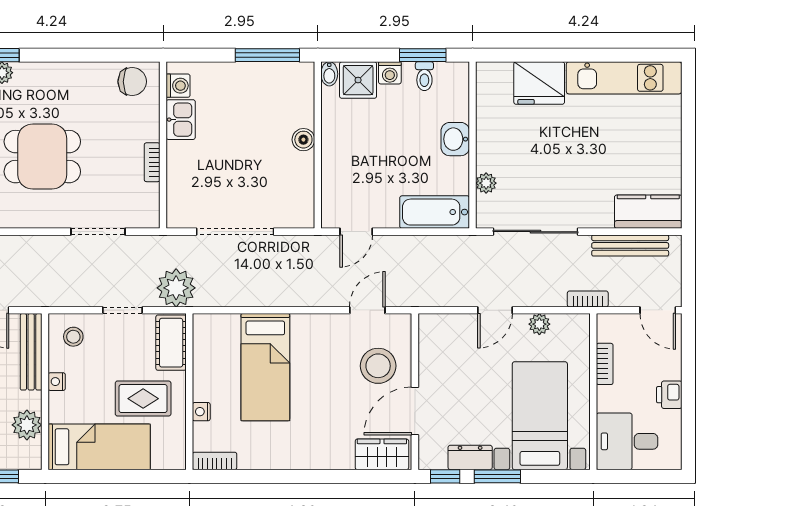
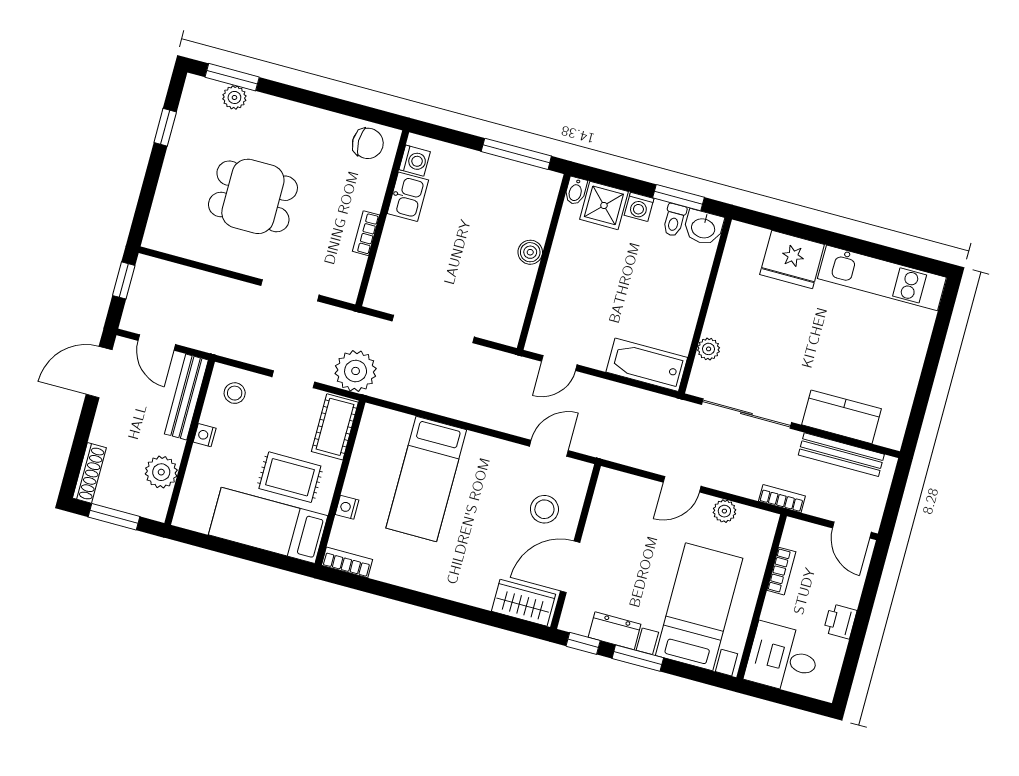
washbasin: (455, 139) -> (703, 227), moved, turned -90
kitchen counter: (648, 212) -> (842, 417), moved
stool: (378, 366) -> (544, 509), width x0.73, depth x0.73
bed: (99, 447) -> (268, 525), moved, turned 180

